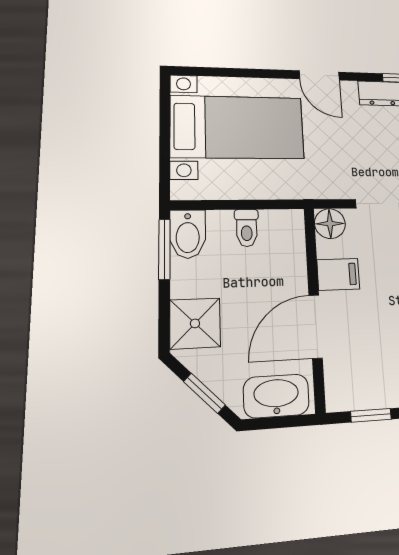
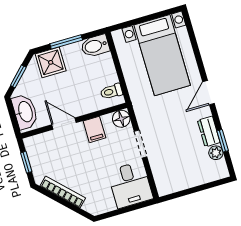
toilet: (247, 228) -> (111, 91), moved
window: (164, 249) -> (66, 42), moved
door: (316, 326) -> (64, 124), width x0.73

